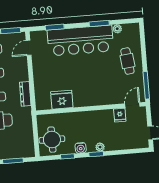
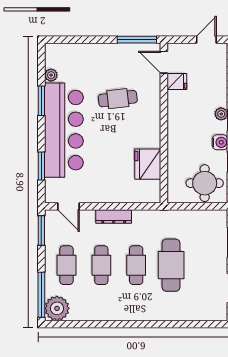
cafe table: (127, 61) -> (118, 99), moved
dresser: (25, 94) -> (114, 217), moved

